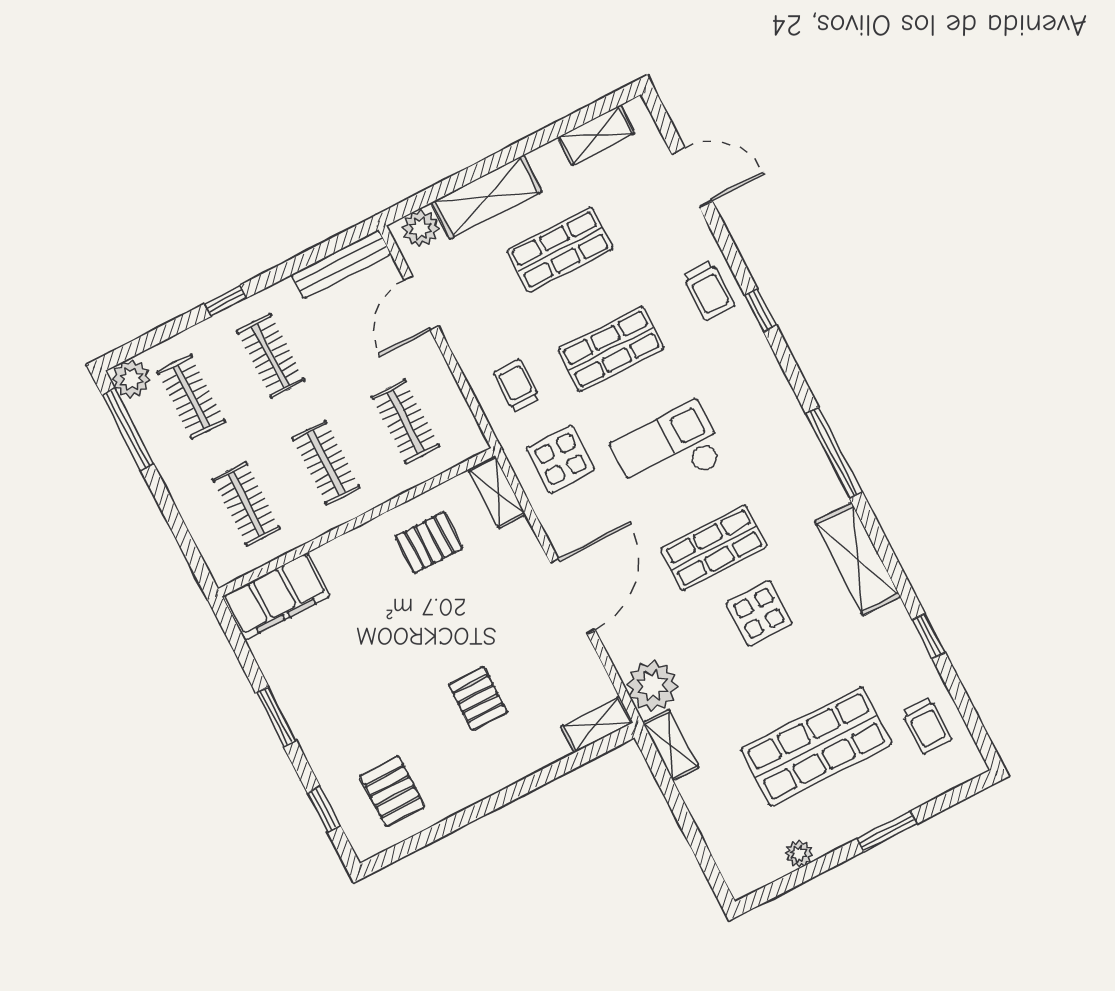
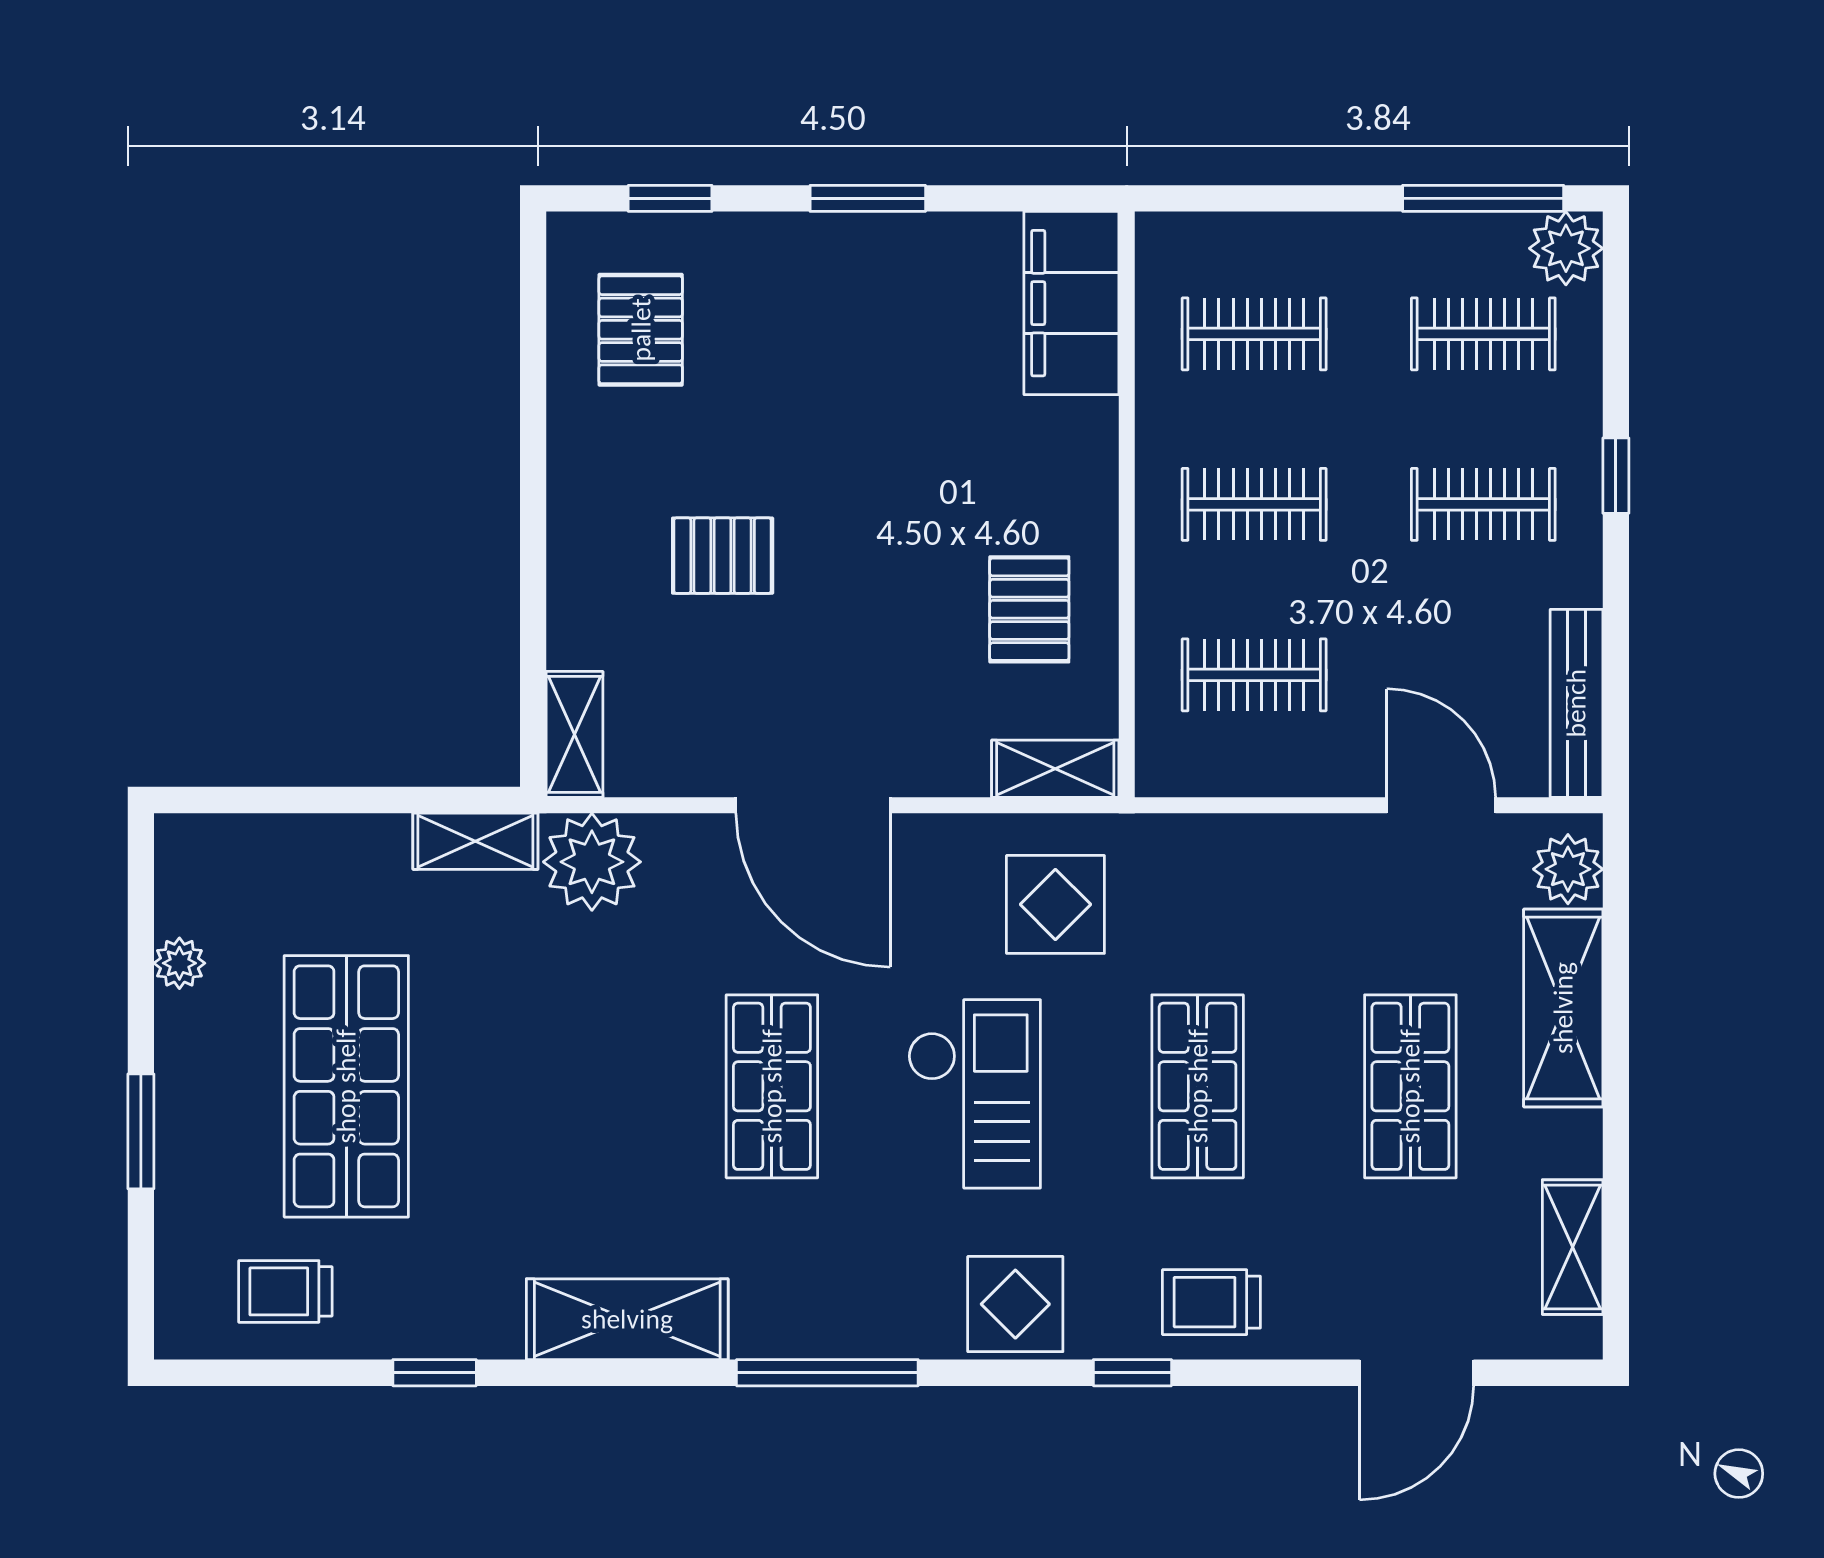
trolley: (517, 386) -> (1218, 894), removed
display table: (759, 613) -> (1015, 1304), moved
pallet: (392, 791) -> (641, 330), turned 90

